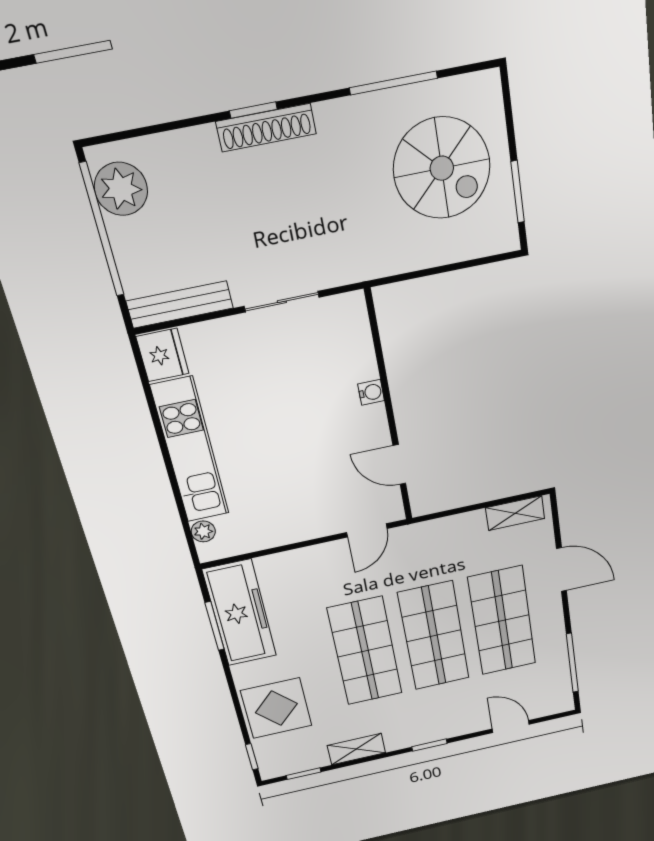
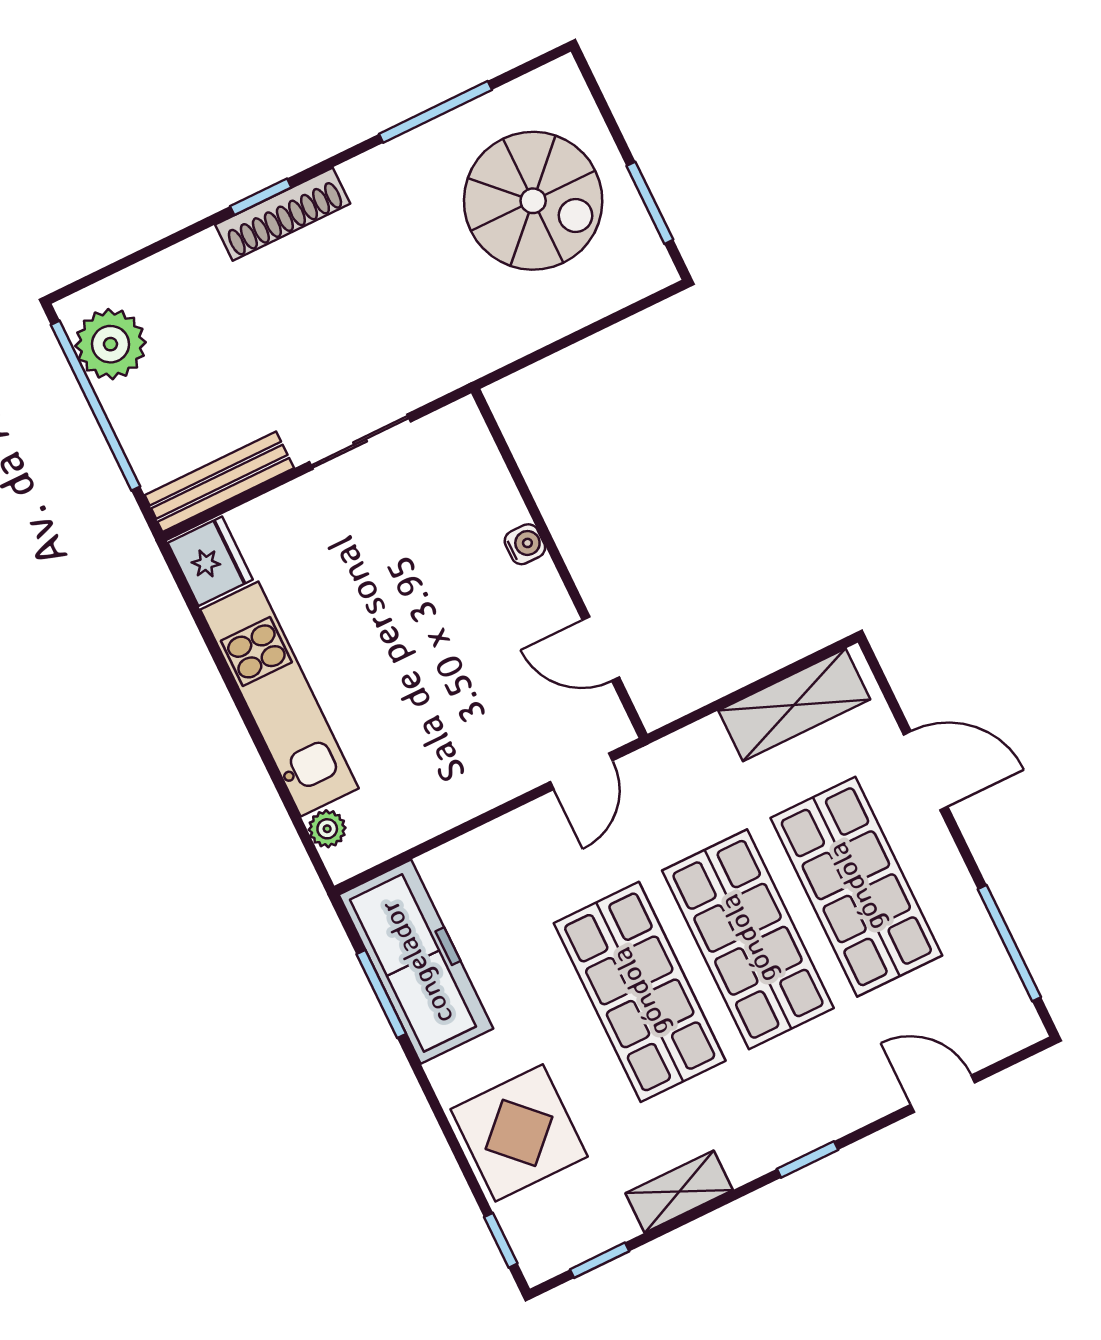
shelving: (515, 513) -> (794, 705), width x1.50, depth x1.33

